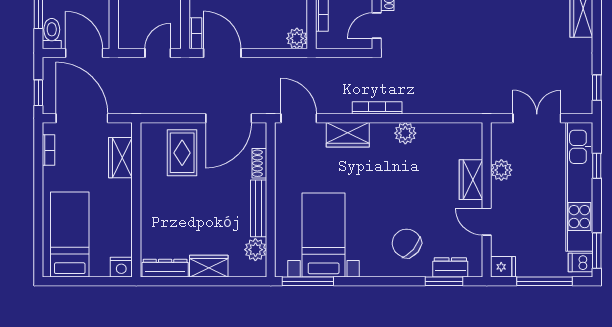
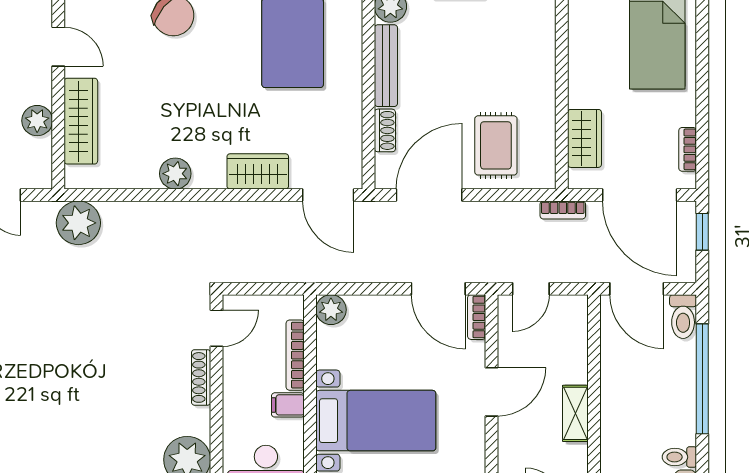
plant: (473, 99) -> (78, 223), added
bookcase: (377, 108) -> (563, 210), moved, width x0.64
wardrobe: (471, 180) -> (81, 121), width x1.50

